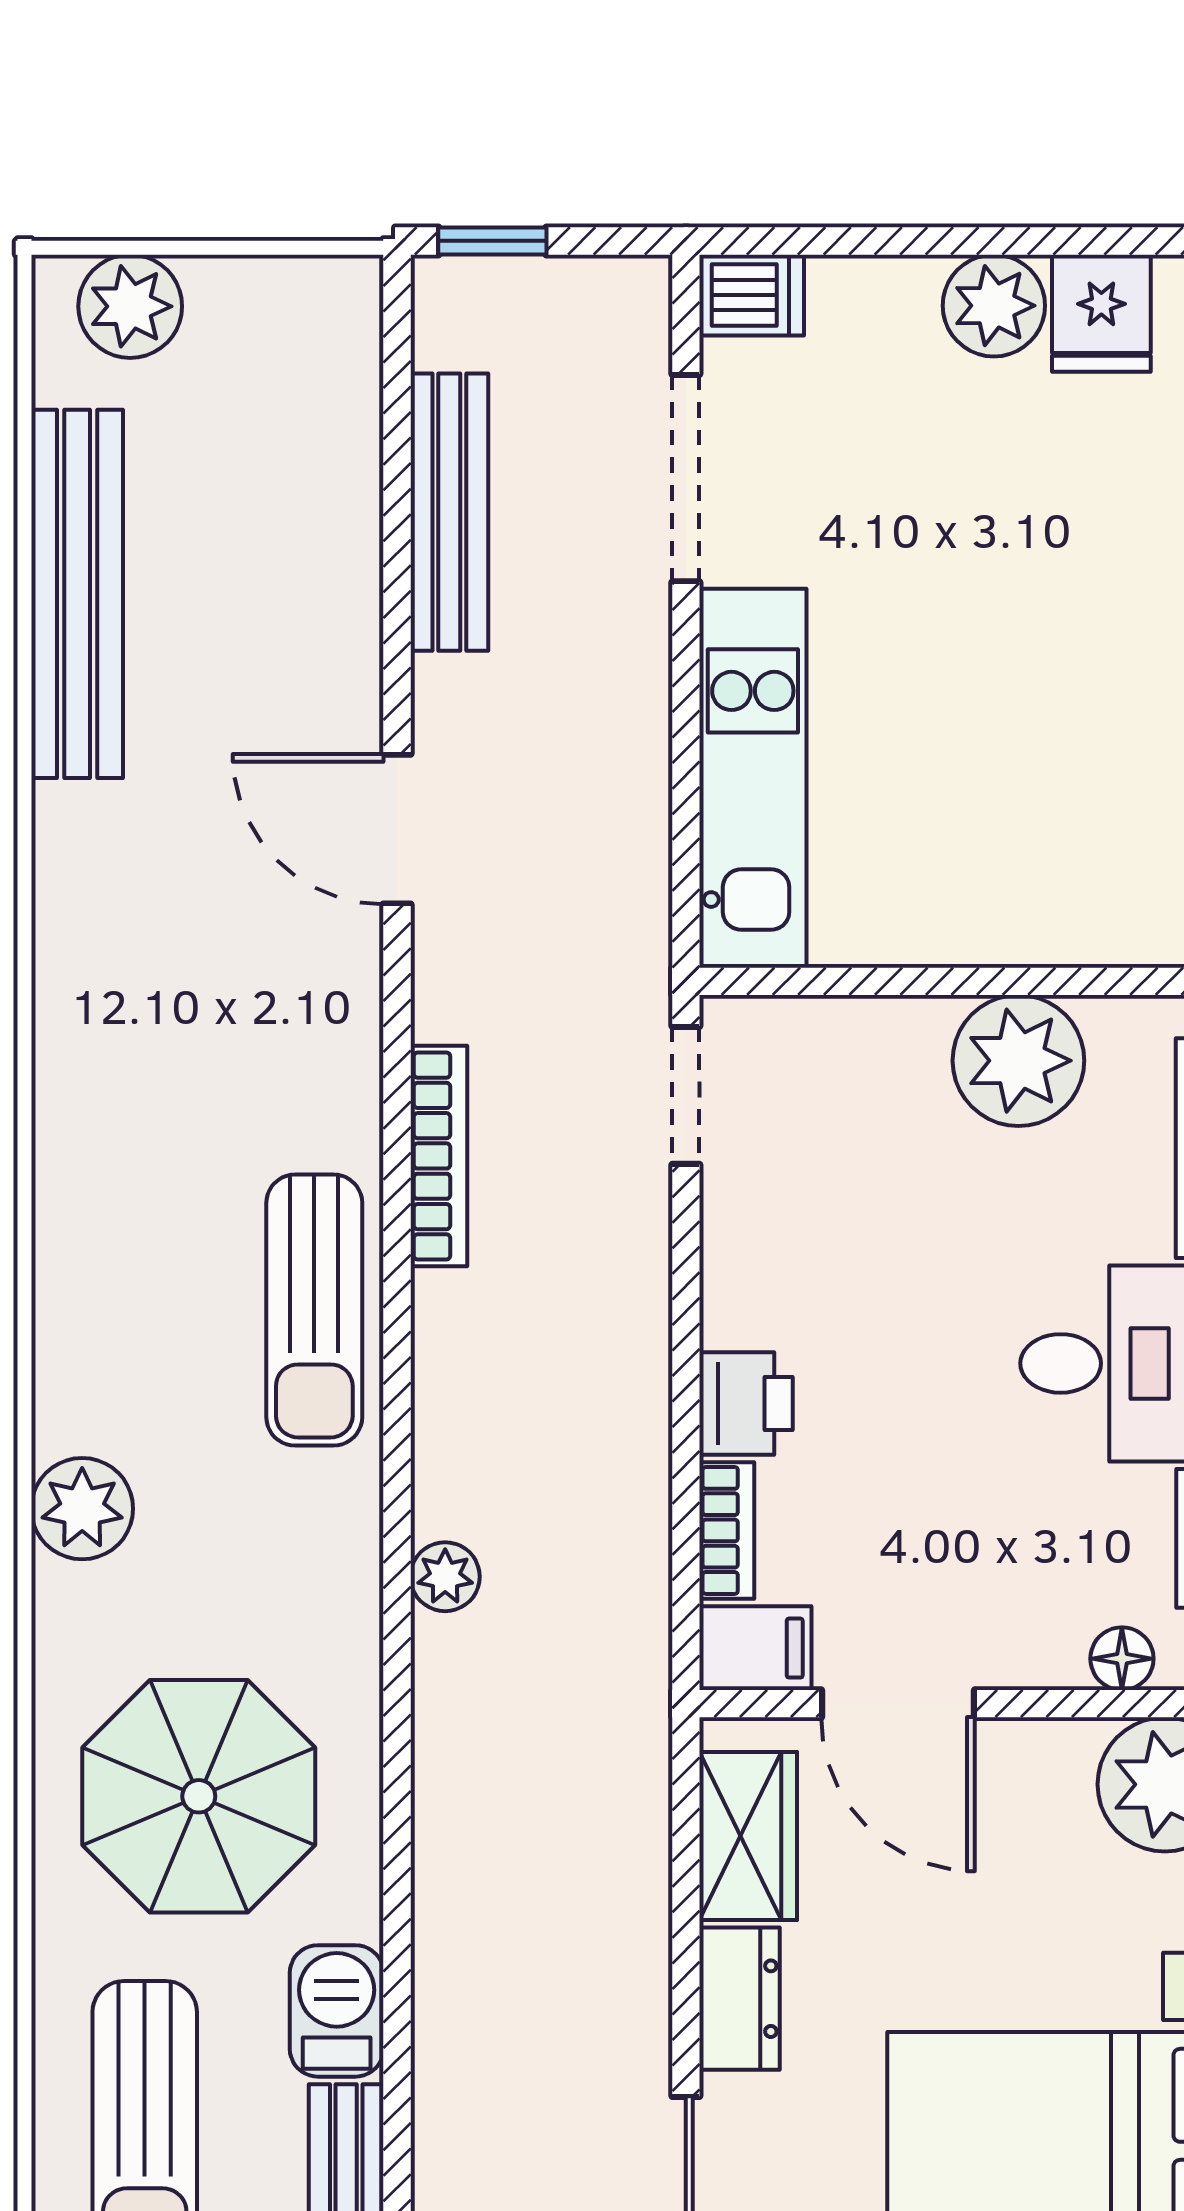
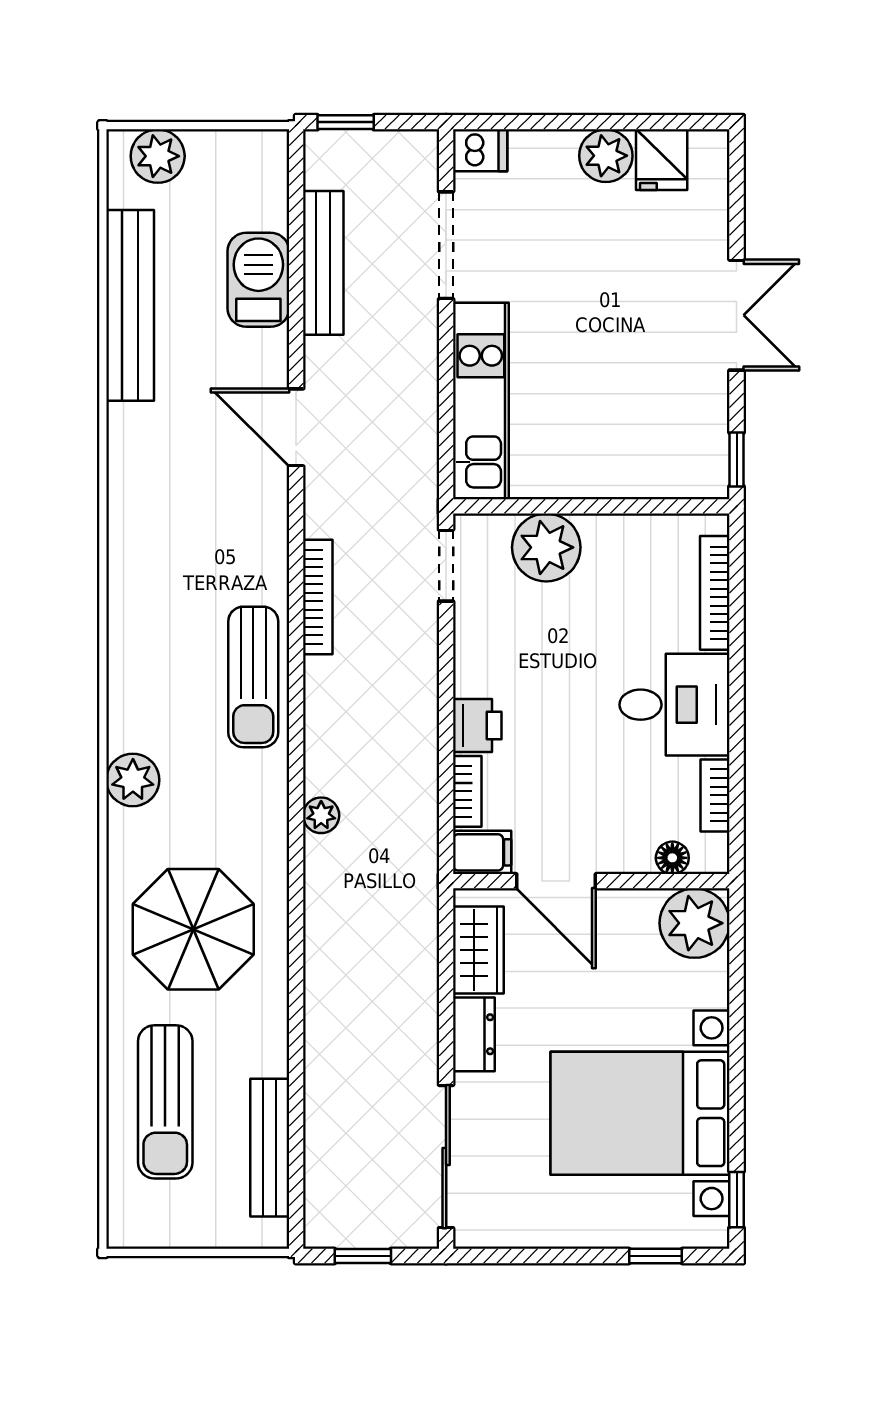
plant: (1018, 1061) -> (546, 547), moved
barbecue: (337, 2011) -> (258, 280), moved, width x1.38, depth x1.27

